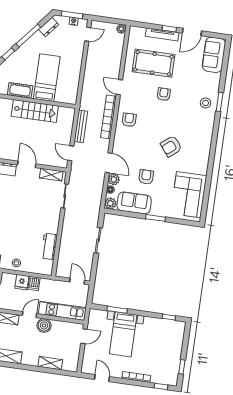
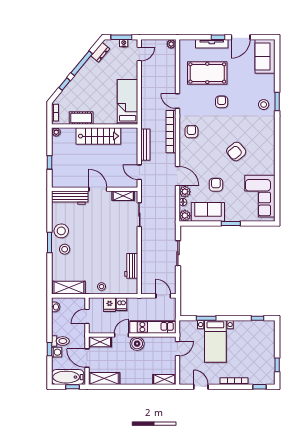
bed: (47, 78) -> (128, 102), moved
shelving: (50, 363) -> (164, 379), moved

